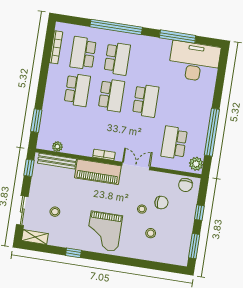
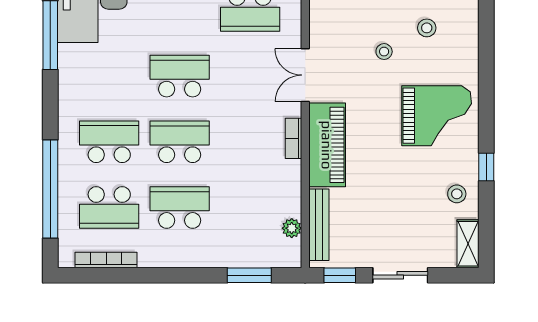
window: (116, 27) -> (50, 189), moved
chair: (161, 203) -> (366, 17), removed
sliding door: (22, 211) -> (400, 275), moved
stool: (55, 212) -> (457, 194), moved

